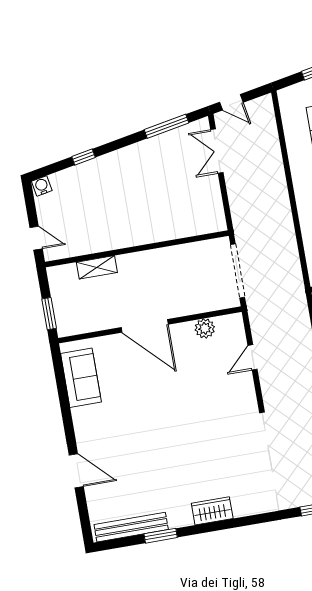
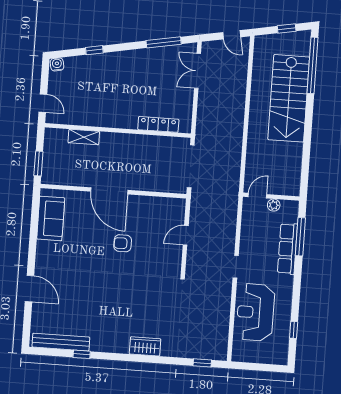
door: (231, 102) -> (232, 35), moved
locker: (185, 229) -> (158, 124), added
plant: (205, 328) -> (155, 204), removed
armchair: (177, 386) -> (123, 243), added
wardrobe: (212, 511) -> (145, 346), moved
window: (161, 536) -> (82, 354), width x0.67

